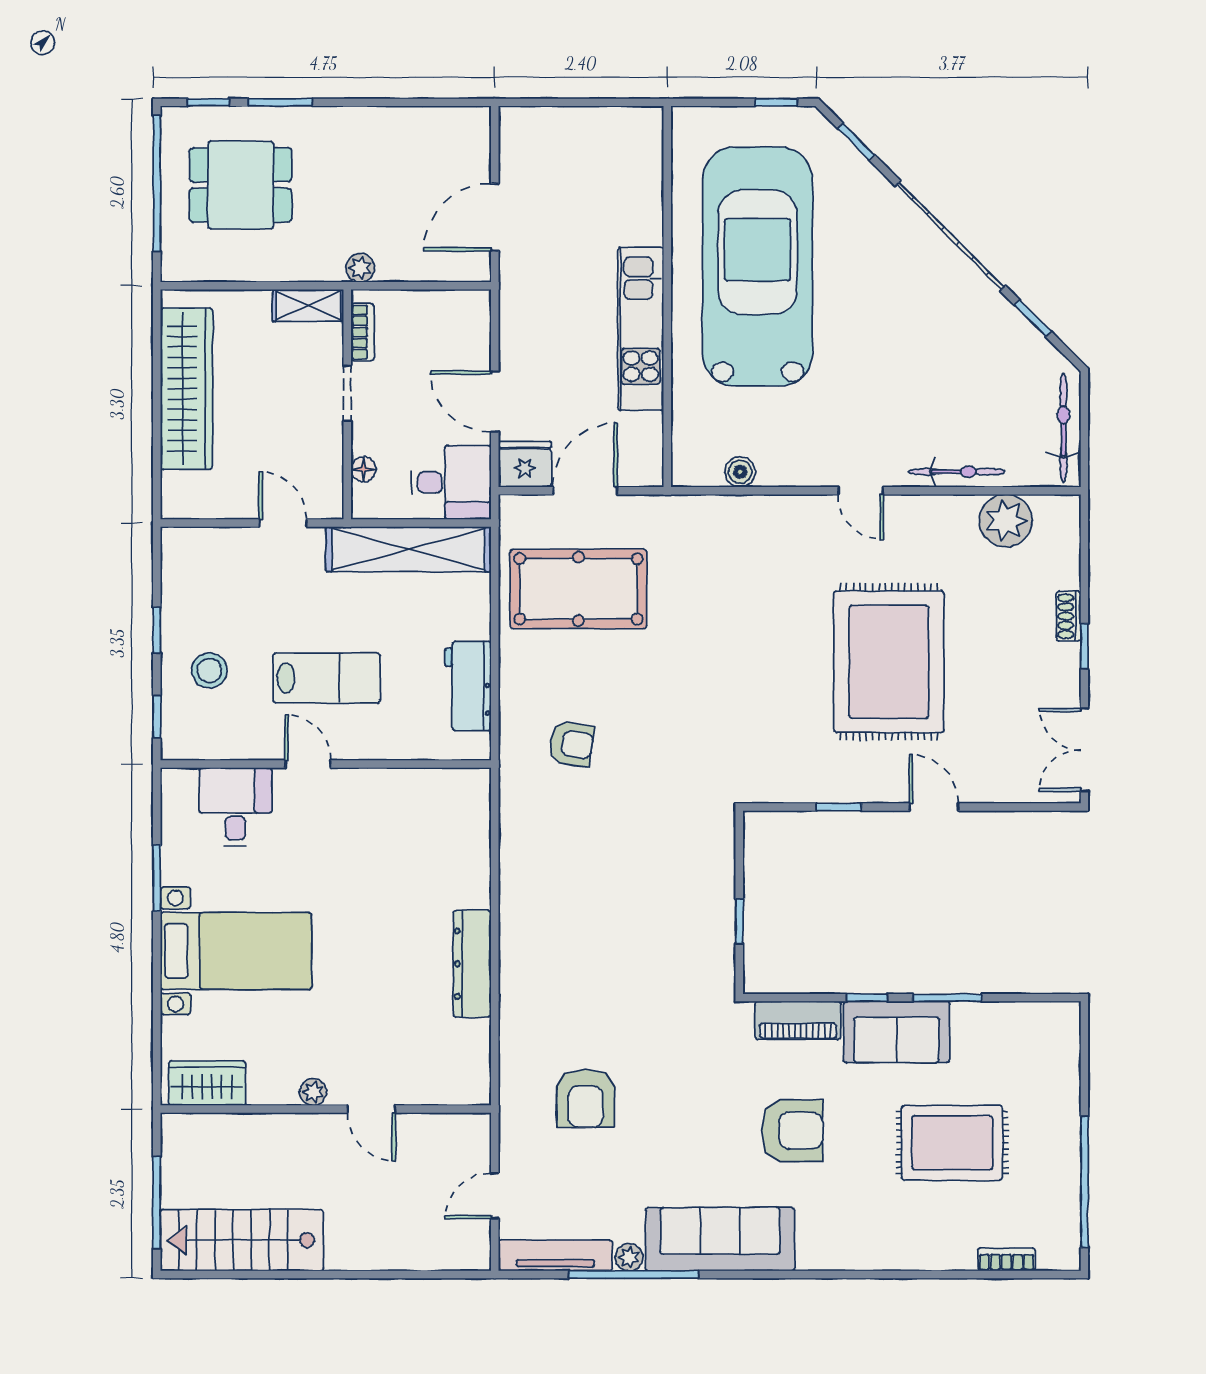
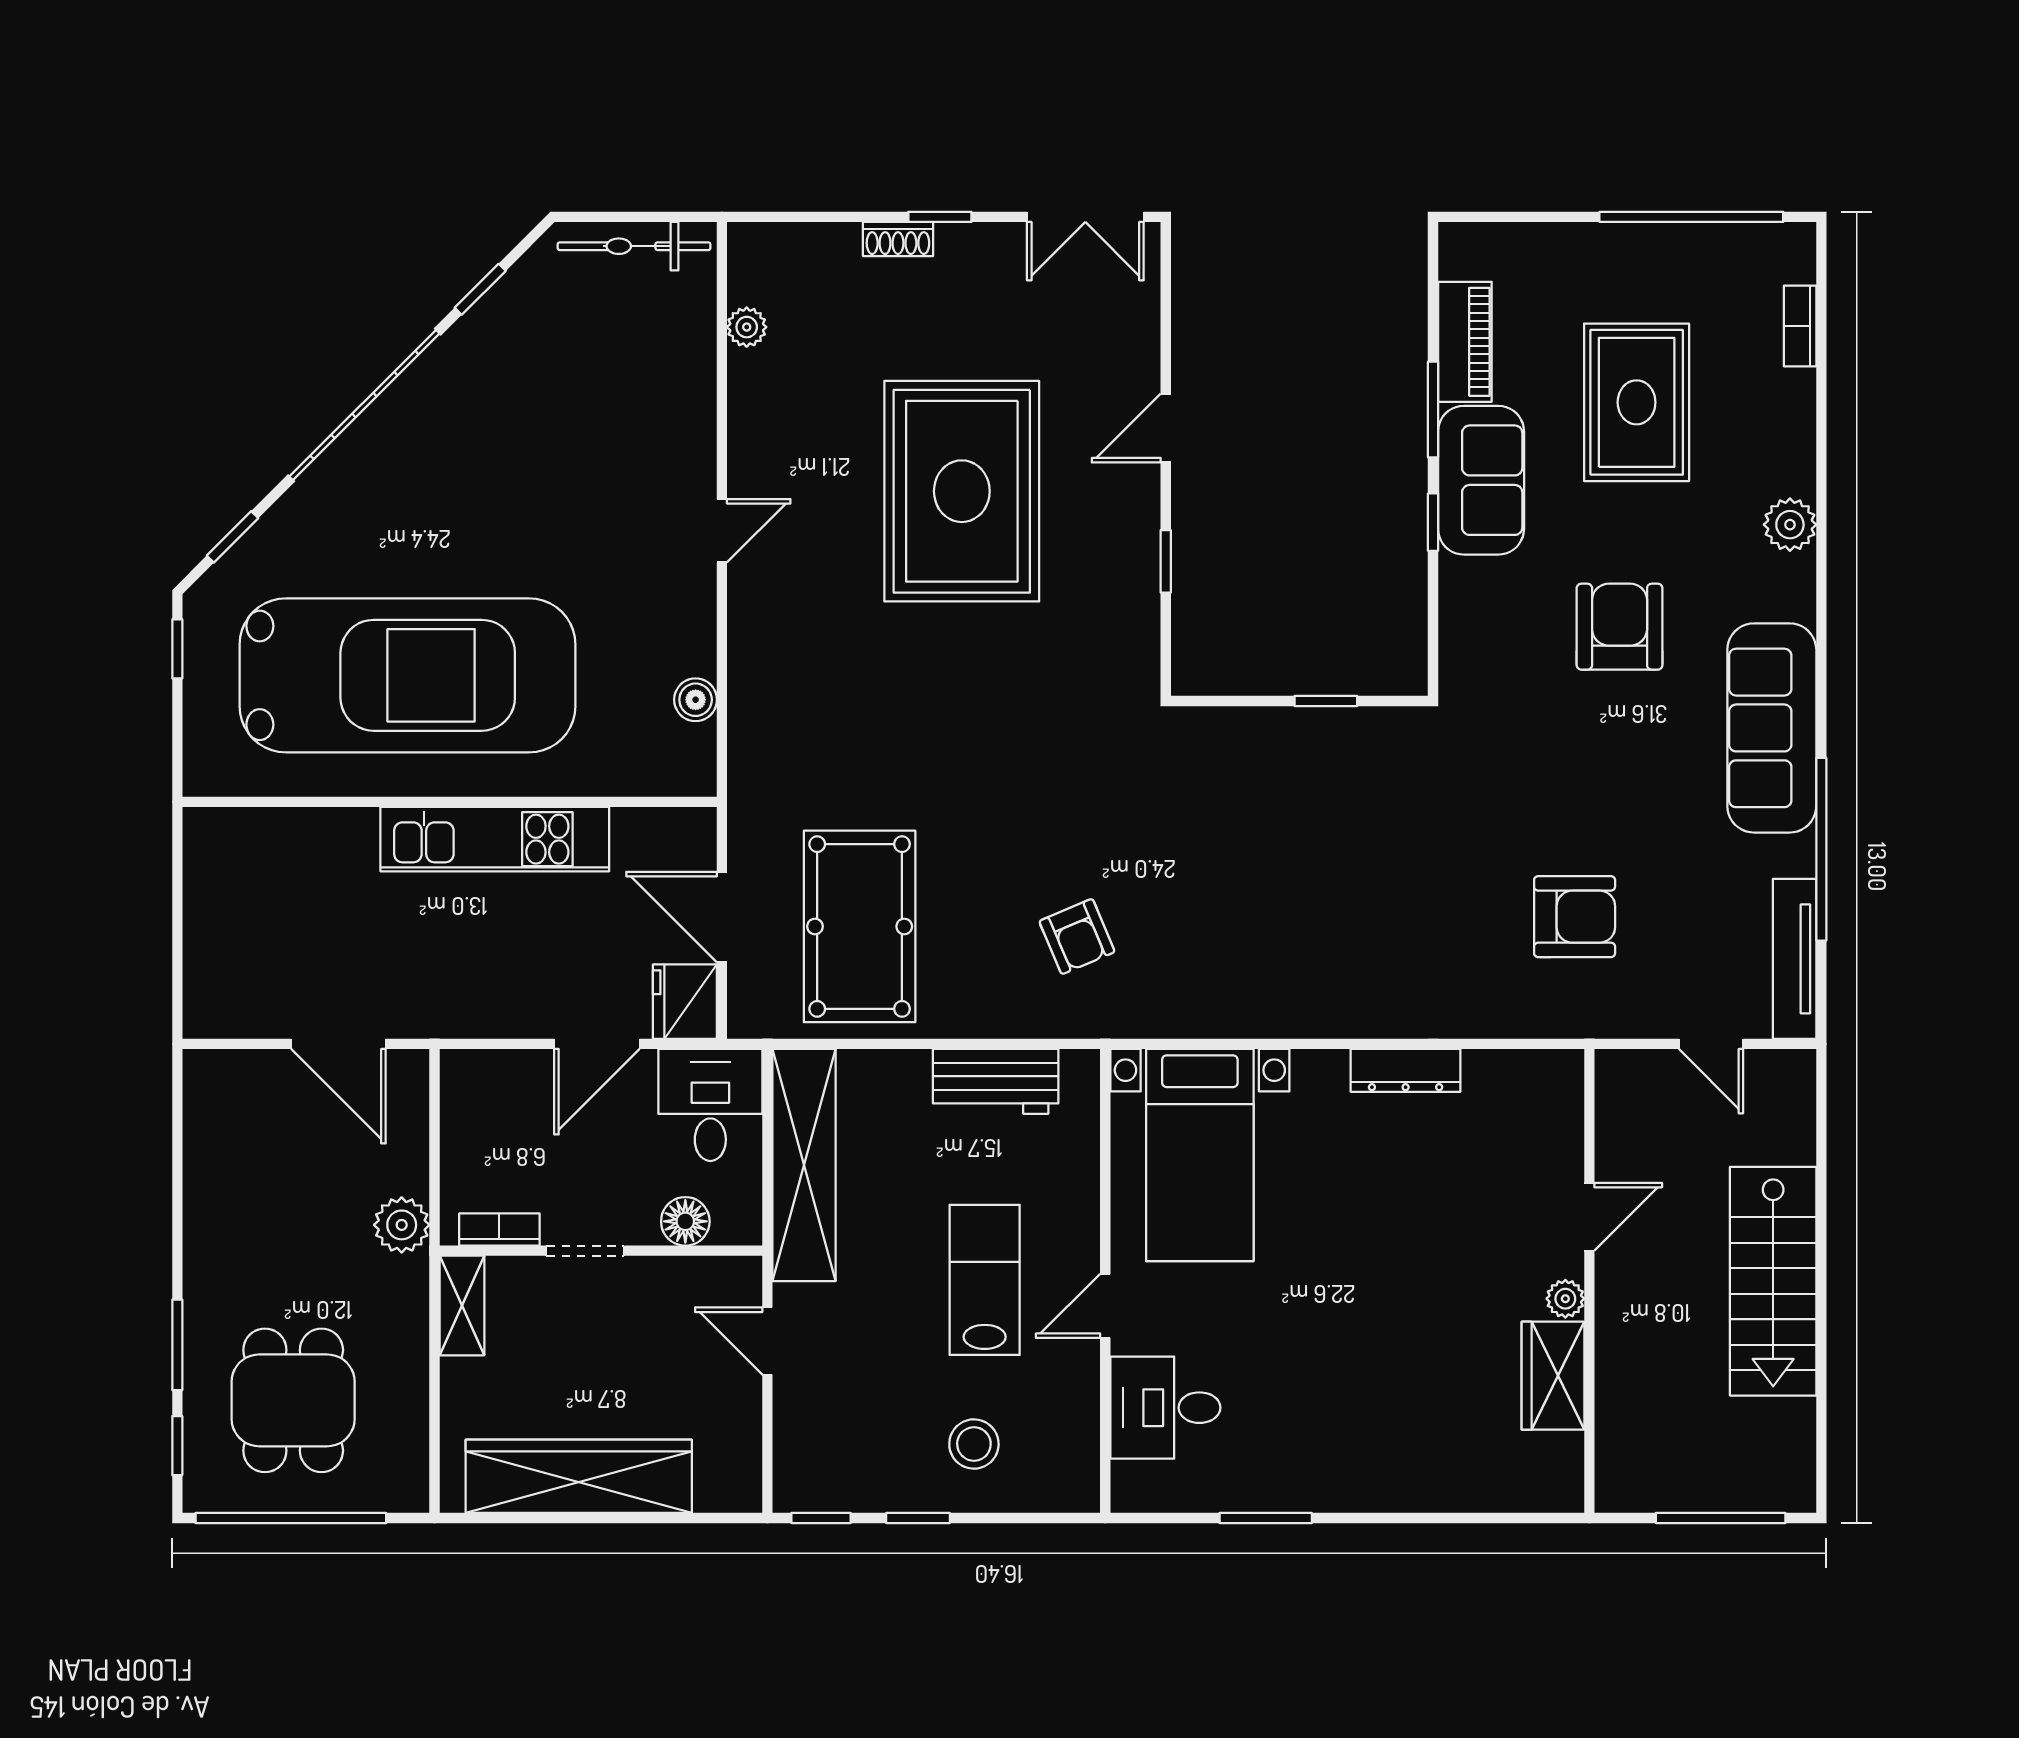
car: (758, 267) -> (408, 675), turned 180
plant: (360, 268) -> (402, 1225), width x1.38, depth x1.38
floor lamp: (364, 469) -> (685, 1221), width x1.37, depth x1.37
bicycle: (957, 472) -> (695, 396), removed
plant: (1006, 521) -> (747, 327), width x0.53, depth x0.53
door: (283, 523) -> (767, 1341), hinge flipped
rug: (889, 662) -> (962, 491), turned 90
window: (157, 717) -> (821, 1518), moved
armchair: (571, 744) -> (1077, 937), turned 148
bed with nightstands: (236, 951) -> (1200, 1155), moved, turned 180
dresser: (472, 964) -> (1406, 1070), width x0.73, depth x0.80
piano: (798, 1020) -> (1465, 342), moved
wardrobe: (207, 1083) -> (1553, 1376), moved
stairs: (242, 1240) -> (1773, 1281), moved
plant: (629, 1257) -> (1790, 525), moved, width x1.38, depth x1.38

